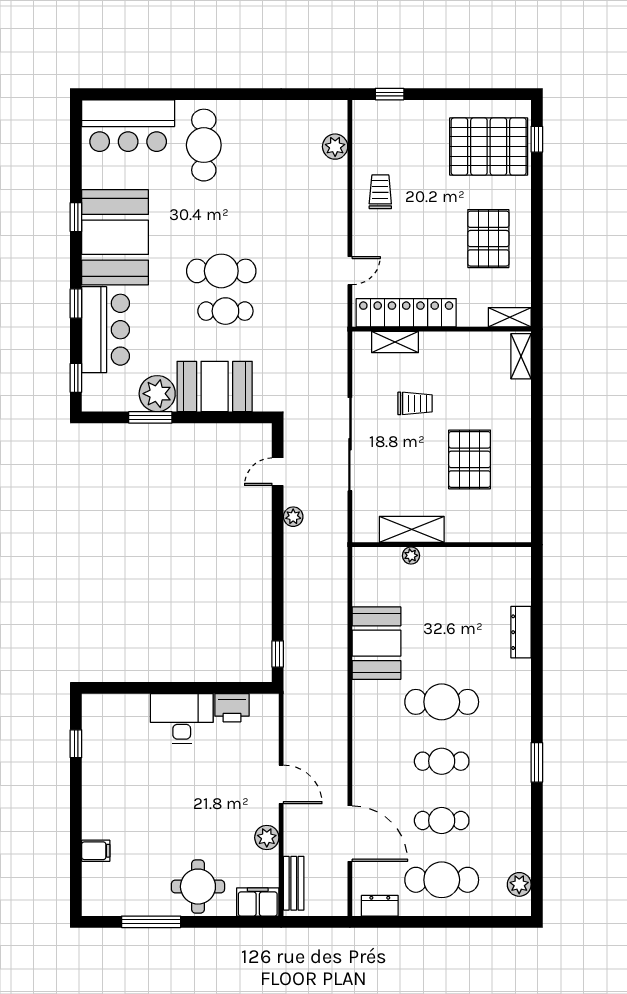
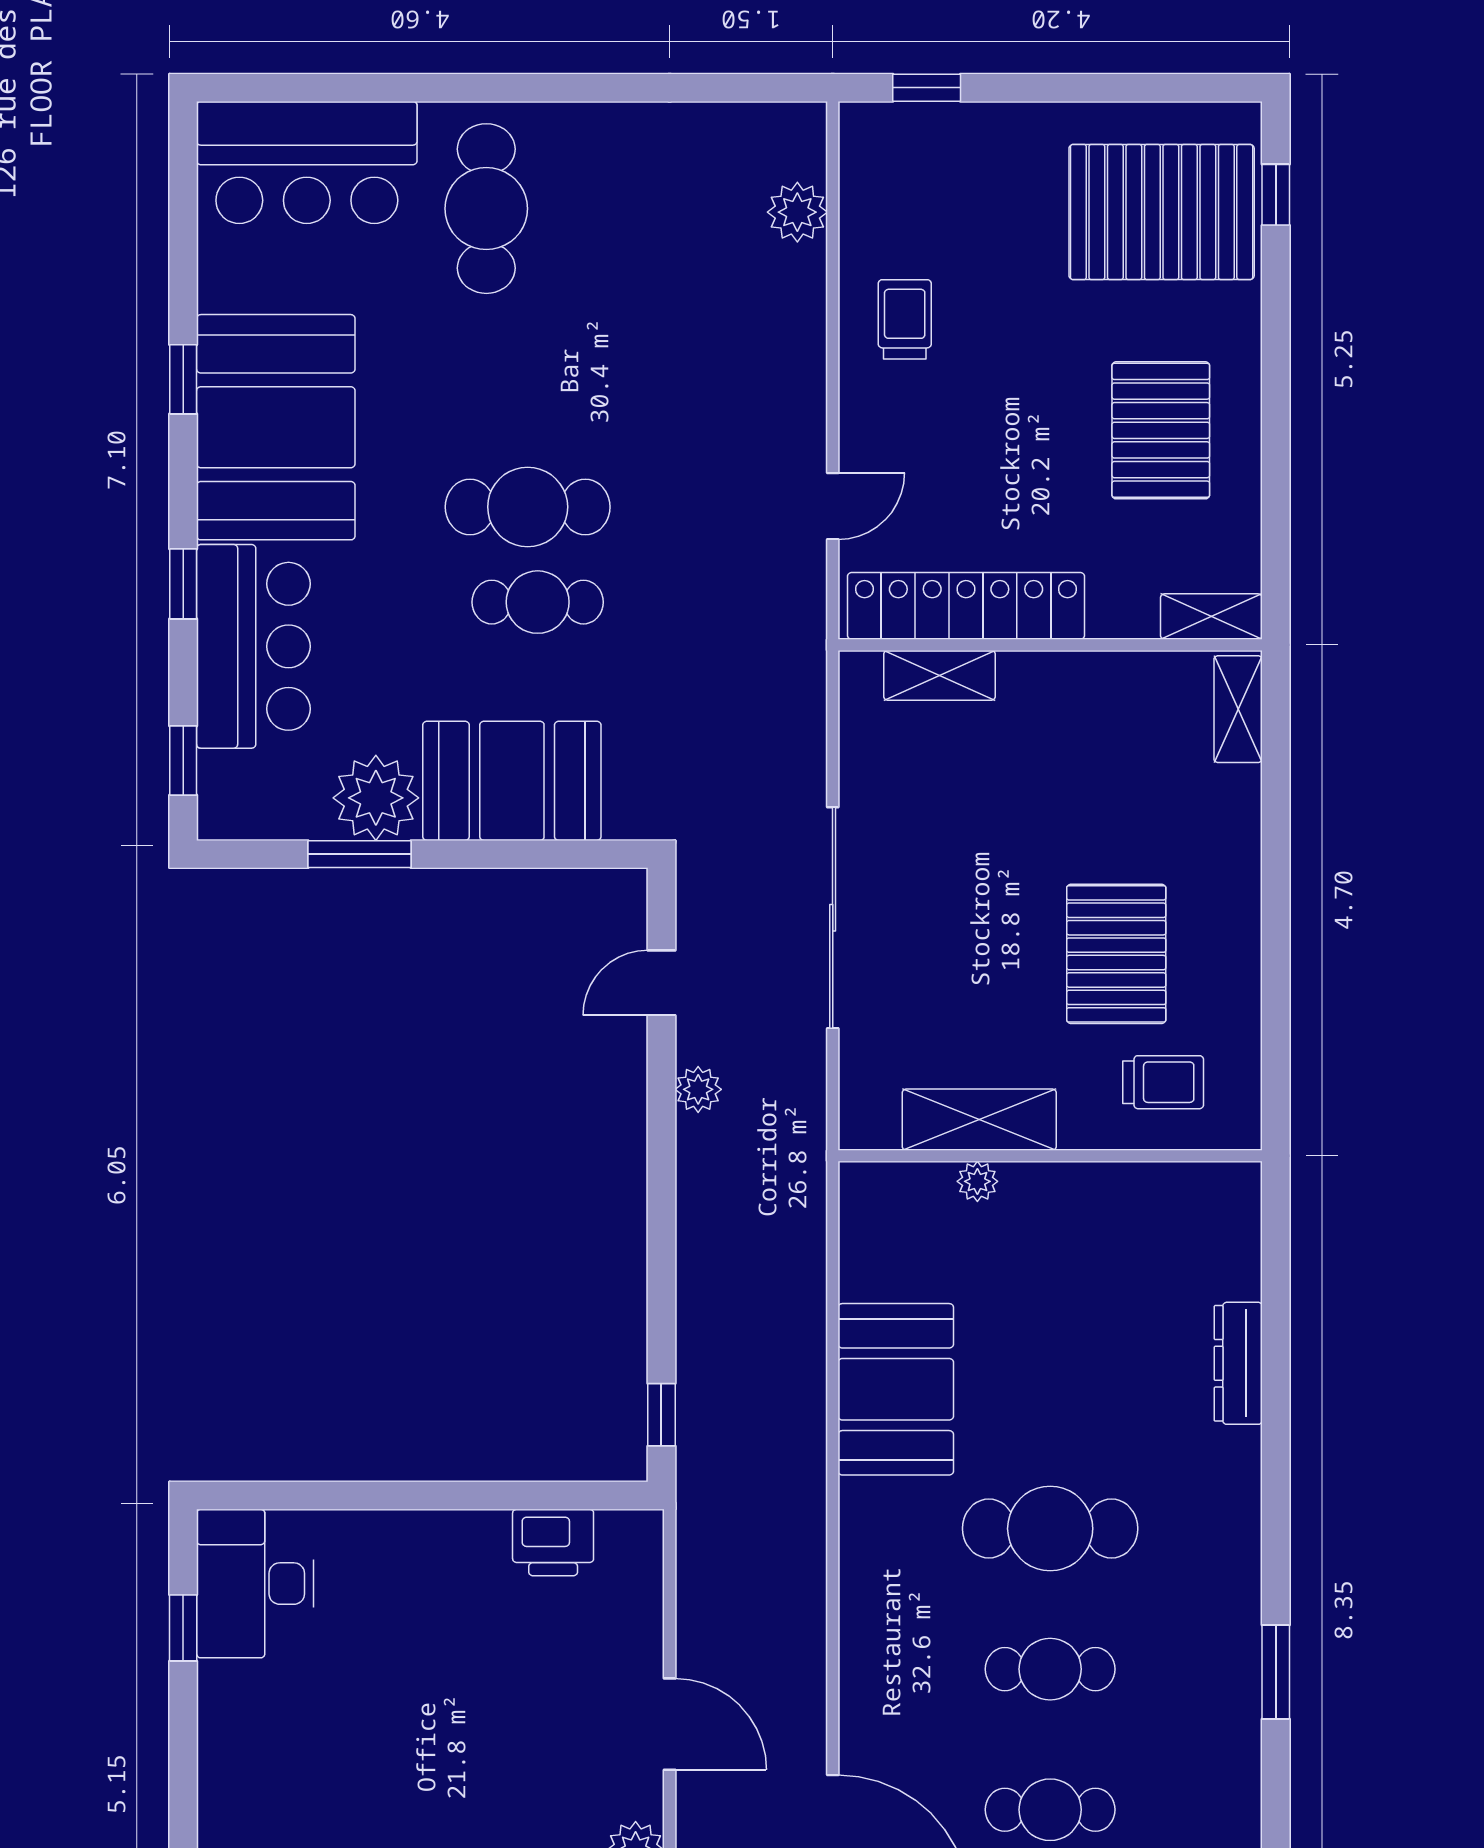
trolley: (415, 403) -> (1163, 1082), moved
desk: (182, 718) -> (255, 1584), moved, turned -90

